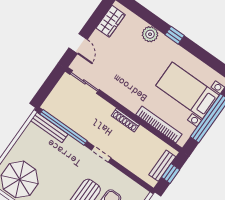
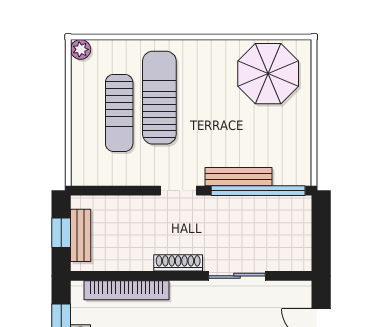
sliding door: (84, 82) -> (237, 276), moved
bench: (49, 127) -> (238, 177), moved

